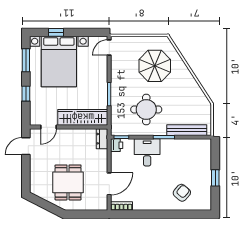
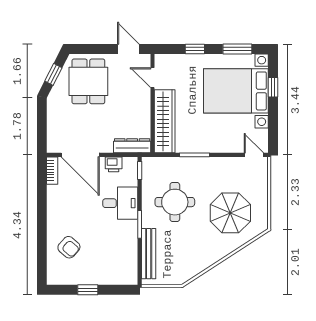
dresser: (102, 139) -> (132, 146), width x1.44
printer: (117, 145) -> (114, 164), moved
dining table: (68, 182) -> (88, 81), moved, turned 90
door: (109, 184) -> (80, 155), width x1.36
window: (46, 205) -> (53, 74), added

